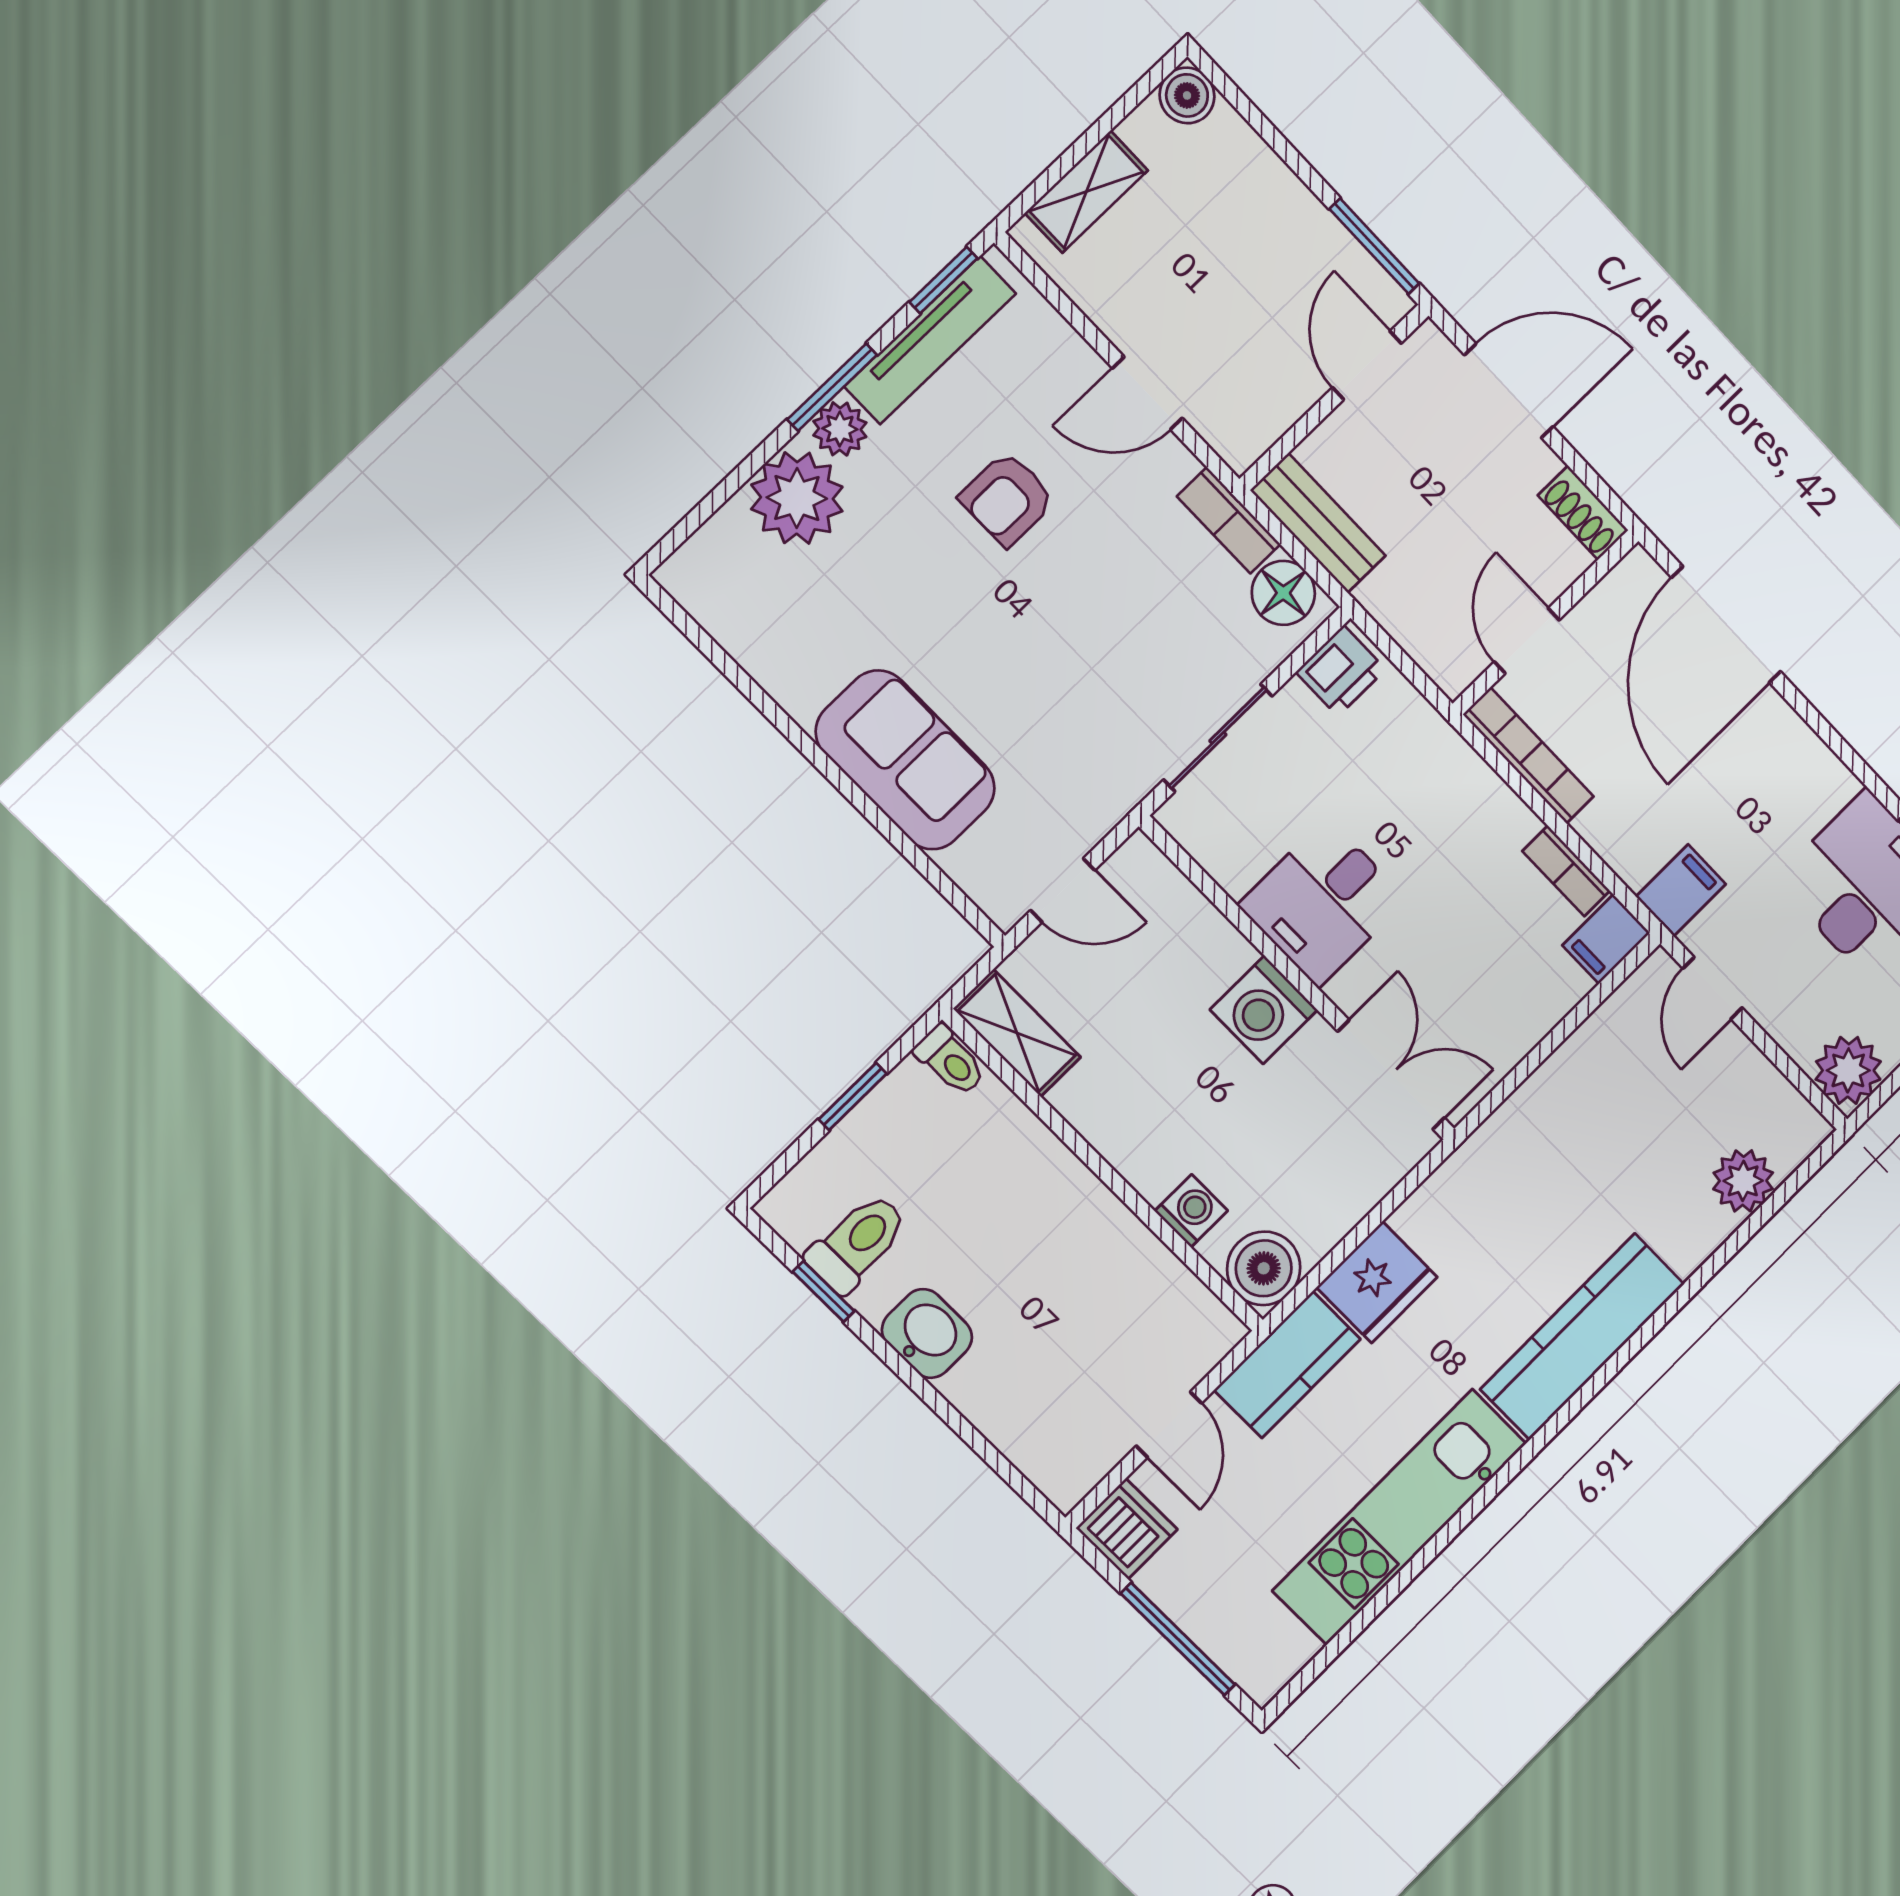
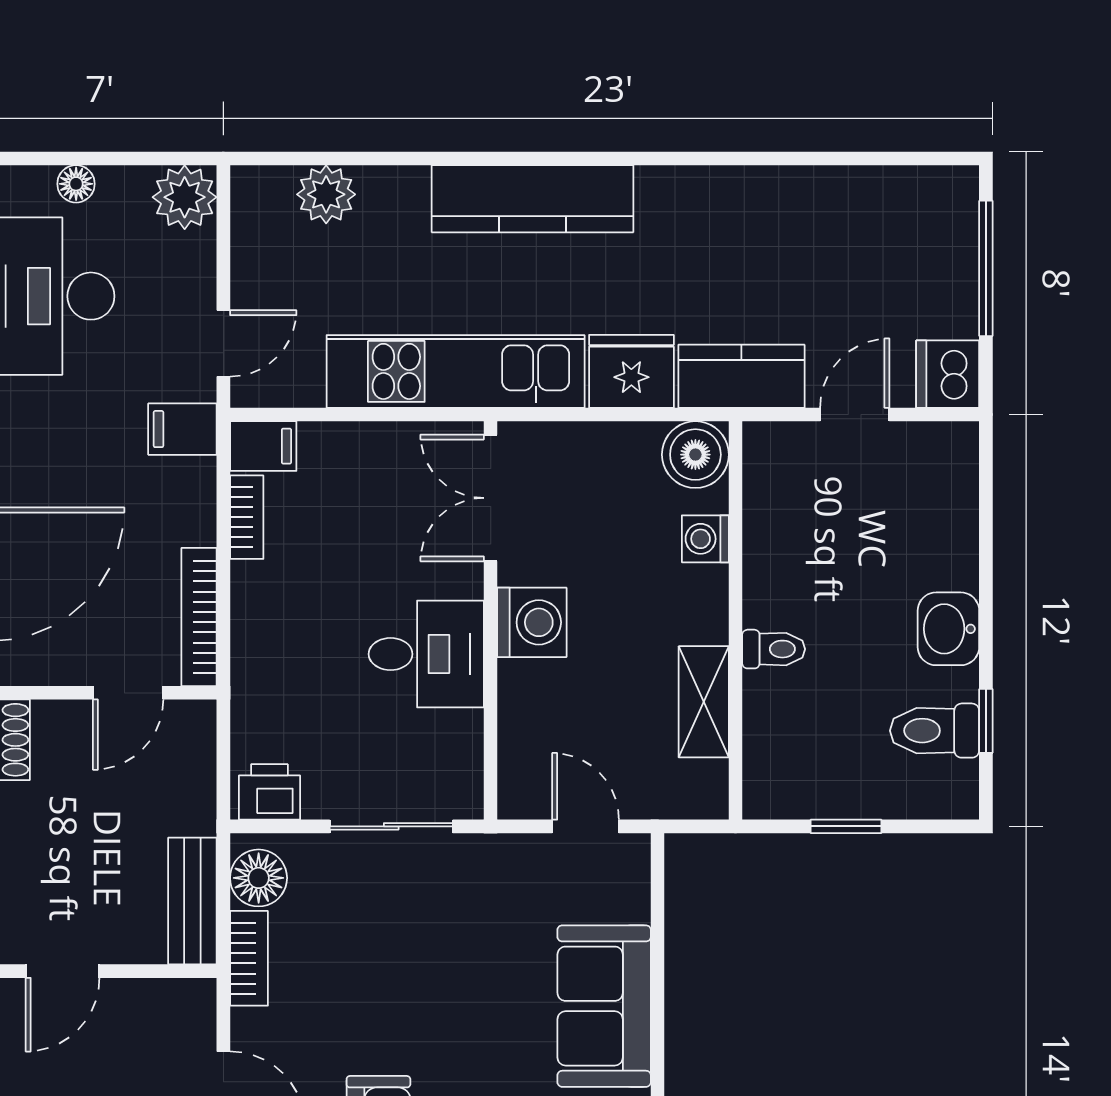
shelving: (1017, 1033) -> (704, 702), moved
toilet: (950, 1061) -> (774, 649), moved, turned 90
kitchen unit: (1400, 1517) -> (456, 371), moved, turned 180

